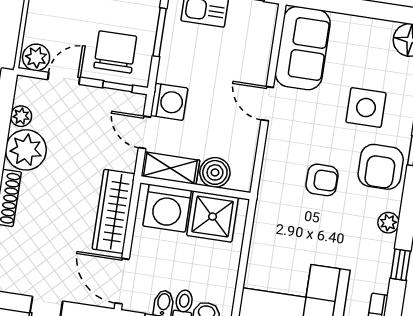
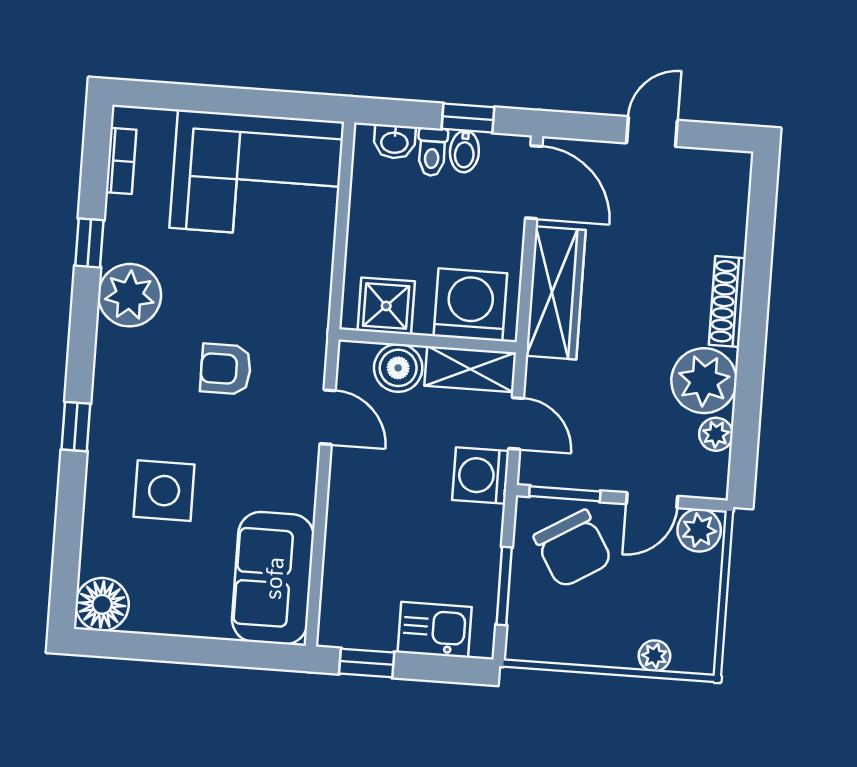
chair: (115, 52) -> (573, 549), turned -31
window: (118, 86) -> (565, 494), width x1.50
door: (267, 104) -> (328, 417), moved
armchair: (381, 167) -> (133, 397), removed
shower: (213, 217) -> (386, 306), width x0.73, depth x0.73
plant: (388, 223) -> (130, 295), width x1.87, depth x1.87

